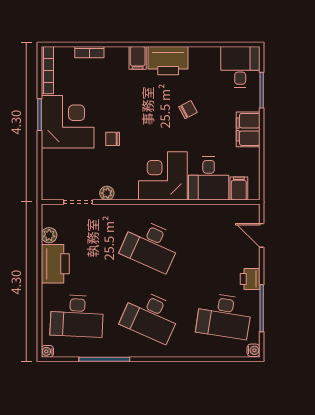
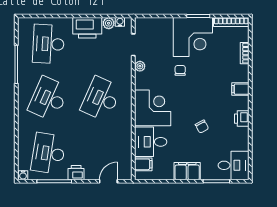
printer: (168, 61) -> (242, 119), width x0.53, depth x0.68
water cooler: (47, 351) -> (120, 22), moved

